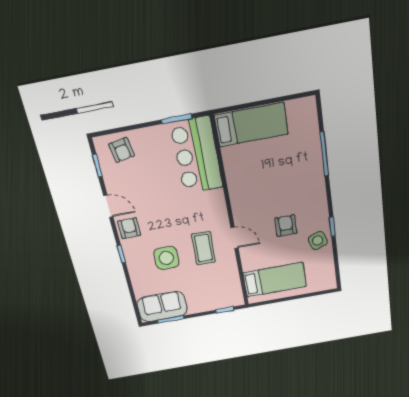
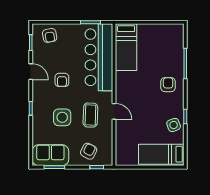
bed: (251, 125) -> (126, 47), moved, turned 90
bar counter: (197, 155) -> (99, 57), width x1.36
armchair: (286, 226) -> (168, 85), moved
armchair: (129, 228) -> (62, 80), moved, turned 180
bed: (275, 280) -> (161, 154), moved, turned 180
armchair: (210, 293) -> (89, 151), added

